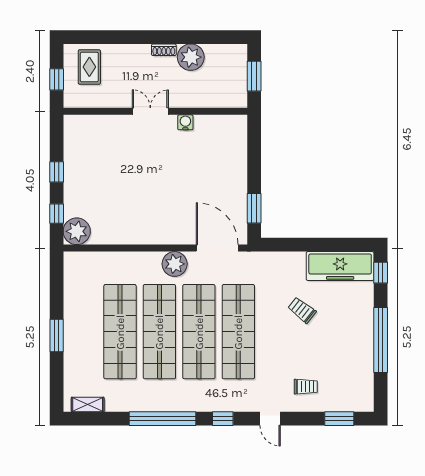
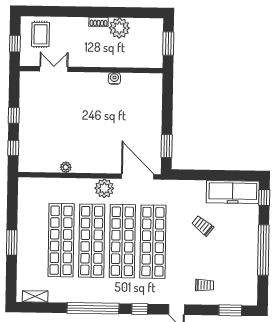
double door: (150, 111) -> (54, 69), moved
plant: (77, 231) -> (66, 167), moved, width x0.53, depth x0.53

